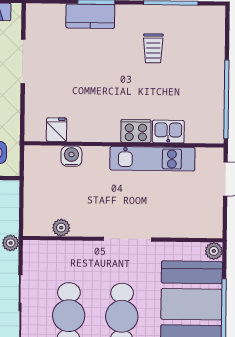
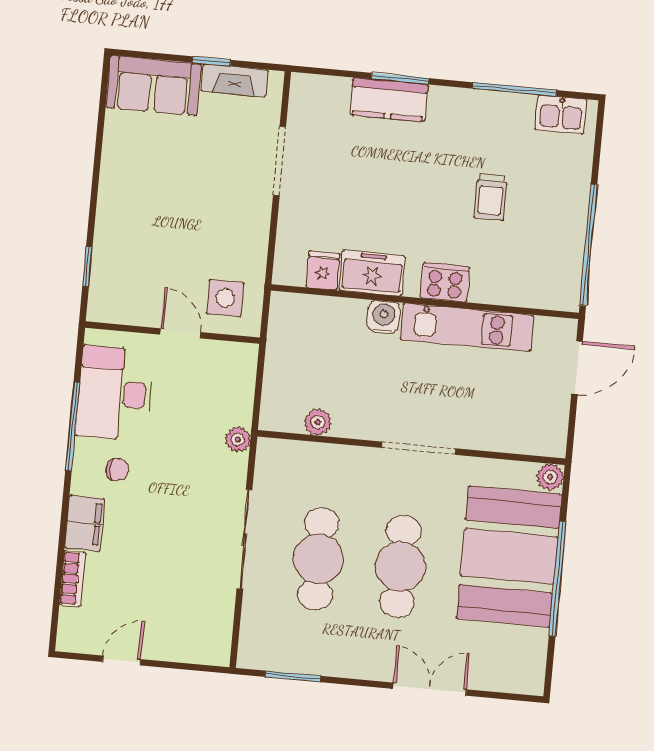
trolley: (153, 48) -> (491, 197), moved
freezer: (88, 129) -> (372, 273), added
kitchen sink: (168, 132) -> (561, 115), moved, turned 180
water cooler: (71, 156) -> (384, 317), moved

